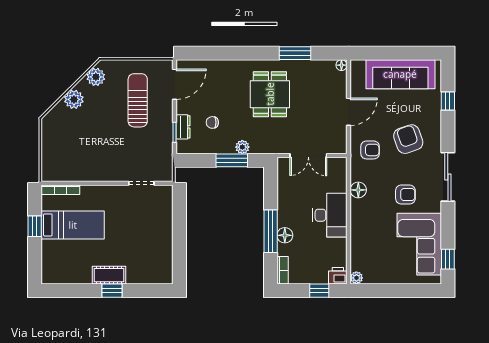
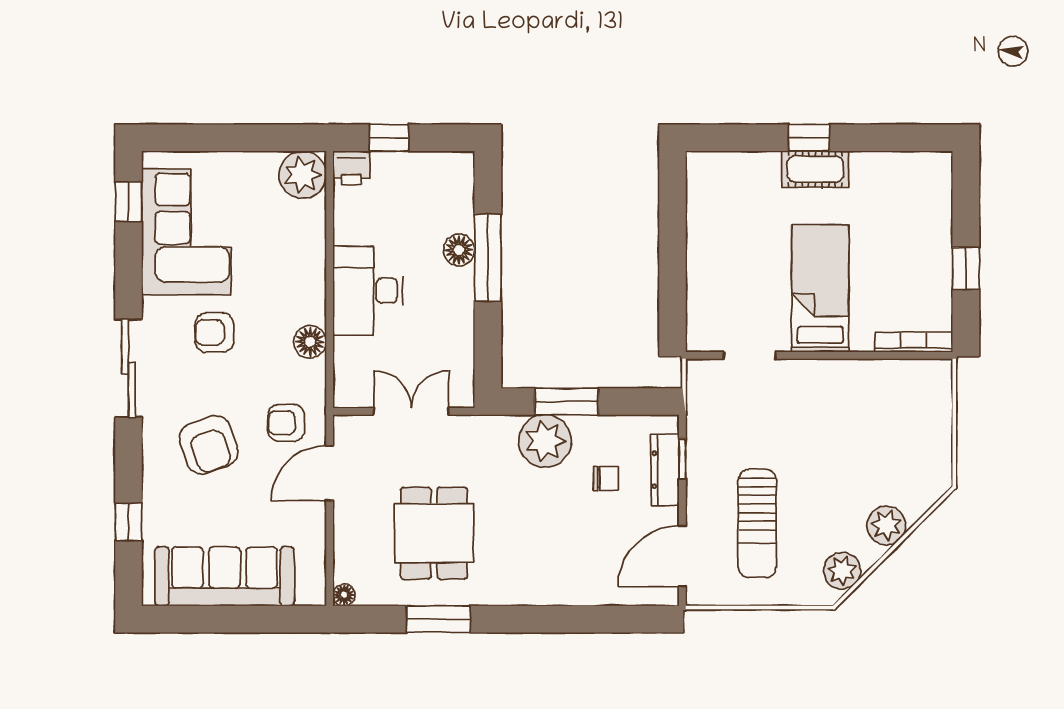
dining table: (270, 94) -> (434, 533), moved
door: (349, 112) -> (330, 473), moved
dresser: (183, 127) -> (665, 470), width x1.44
plant: (242, 147) -> (545, 441), width x1.87, depth x1.87
bed: (73, 225) -> (820, 288), moved, turned 90
bookcase: (283, 270) -> (463, 179), removed
plant: (356, 278) -> (303, 175), width x1.88, depth x1.88

